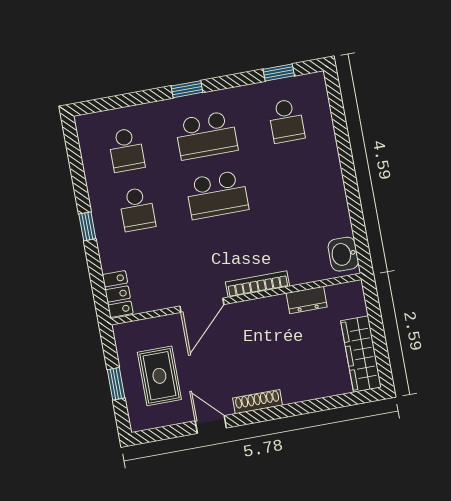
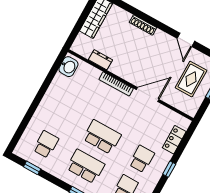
locker: (118, 294) -> (174, 140), moved
shoe rack: (257, 402) -> (143, 25), moved

